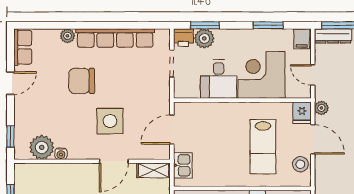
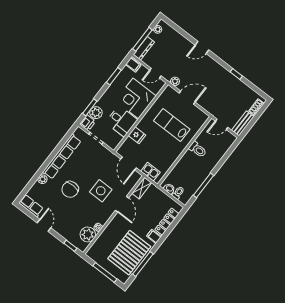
fridge: (302, 113) -> (137, 135), moved
lab bench: (263, 147) -> (172, 125), turned 180
stool: (300, 164) -> (195, 113), removed

